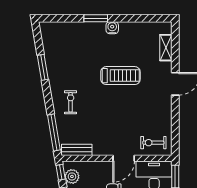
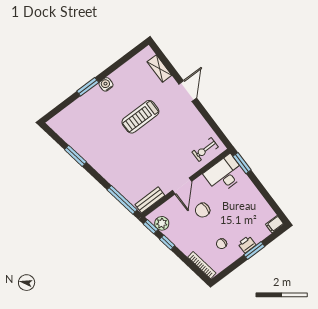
treadmill: (120, 76) -> (140, 117), turned 180
exercise bike: (71, 102) -> (117, 167), removed
door: (124, 158) -> (182, 186), moved

